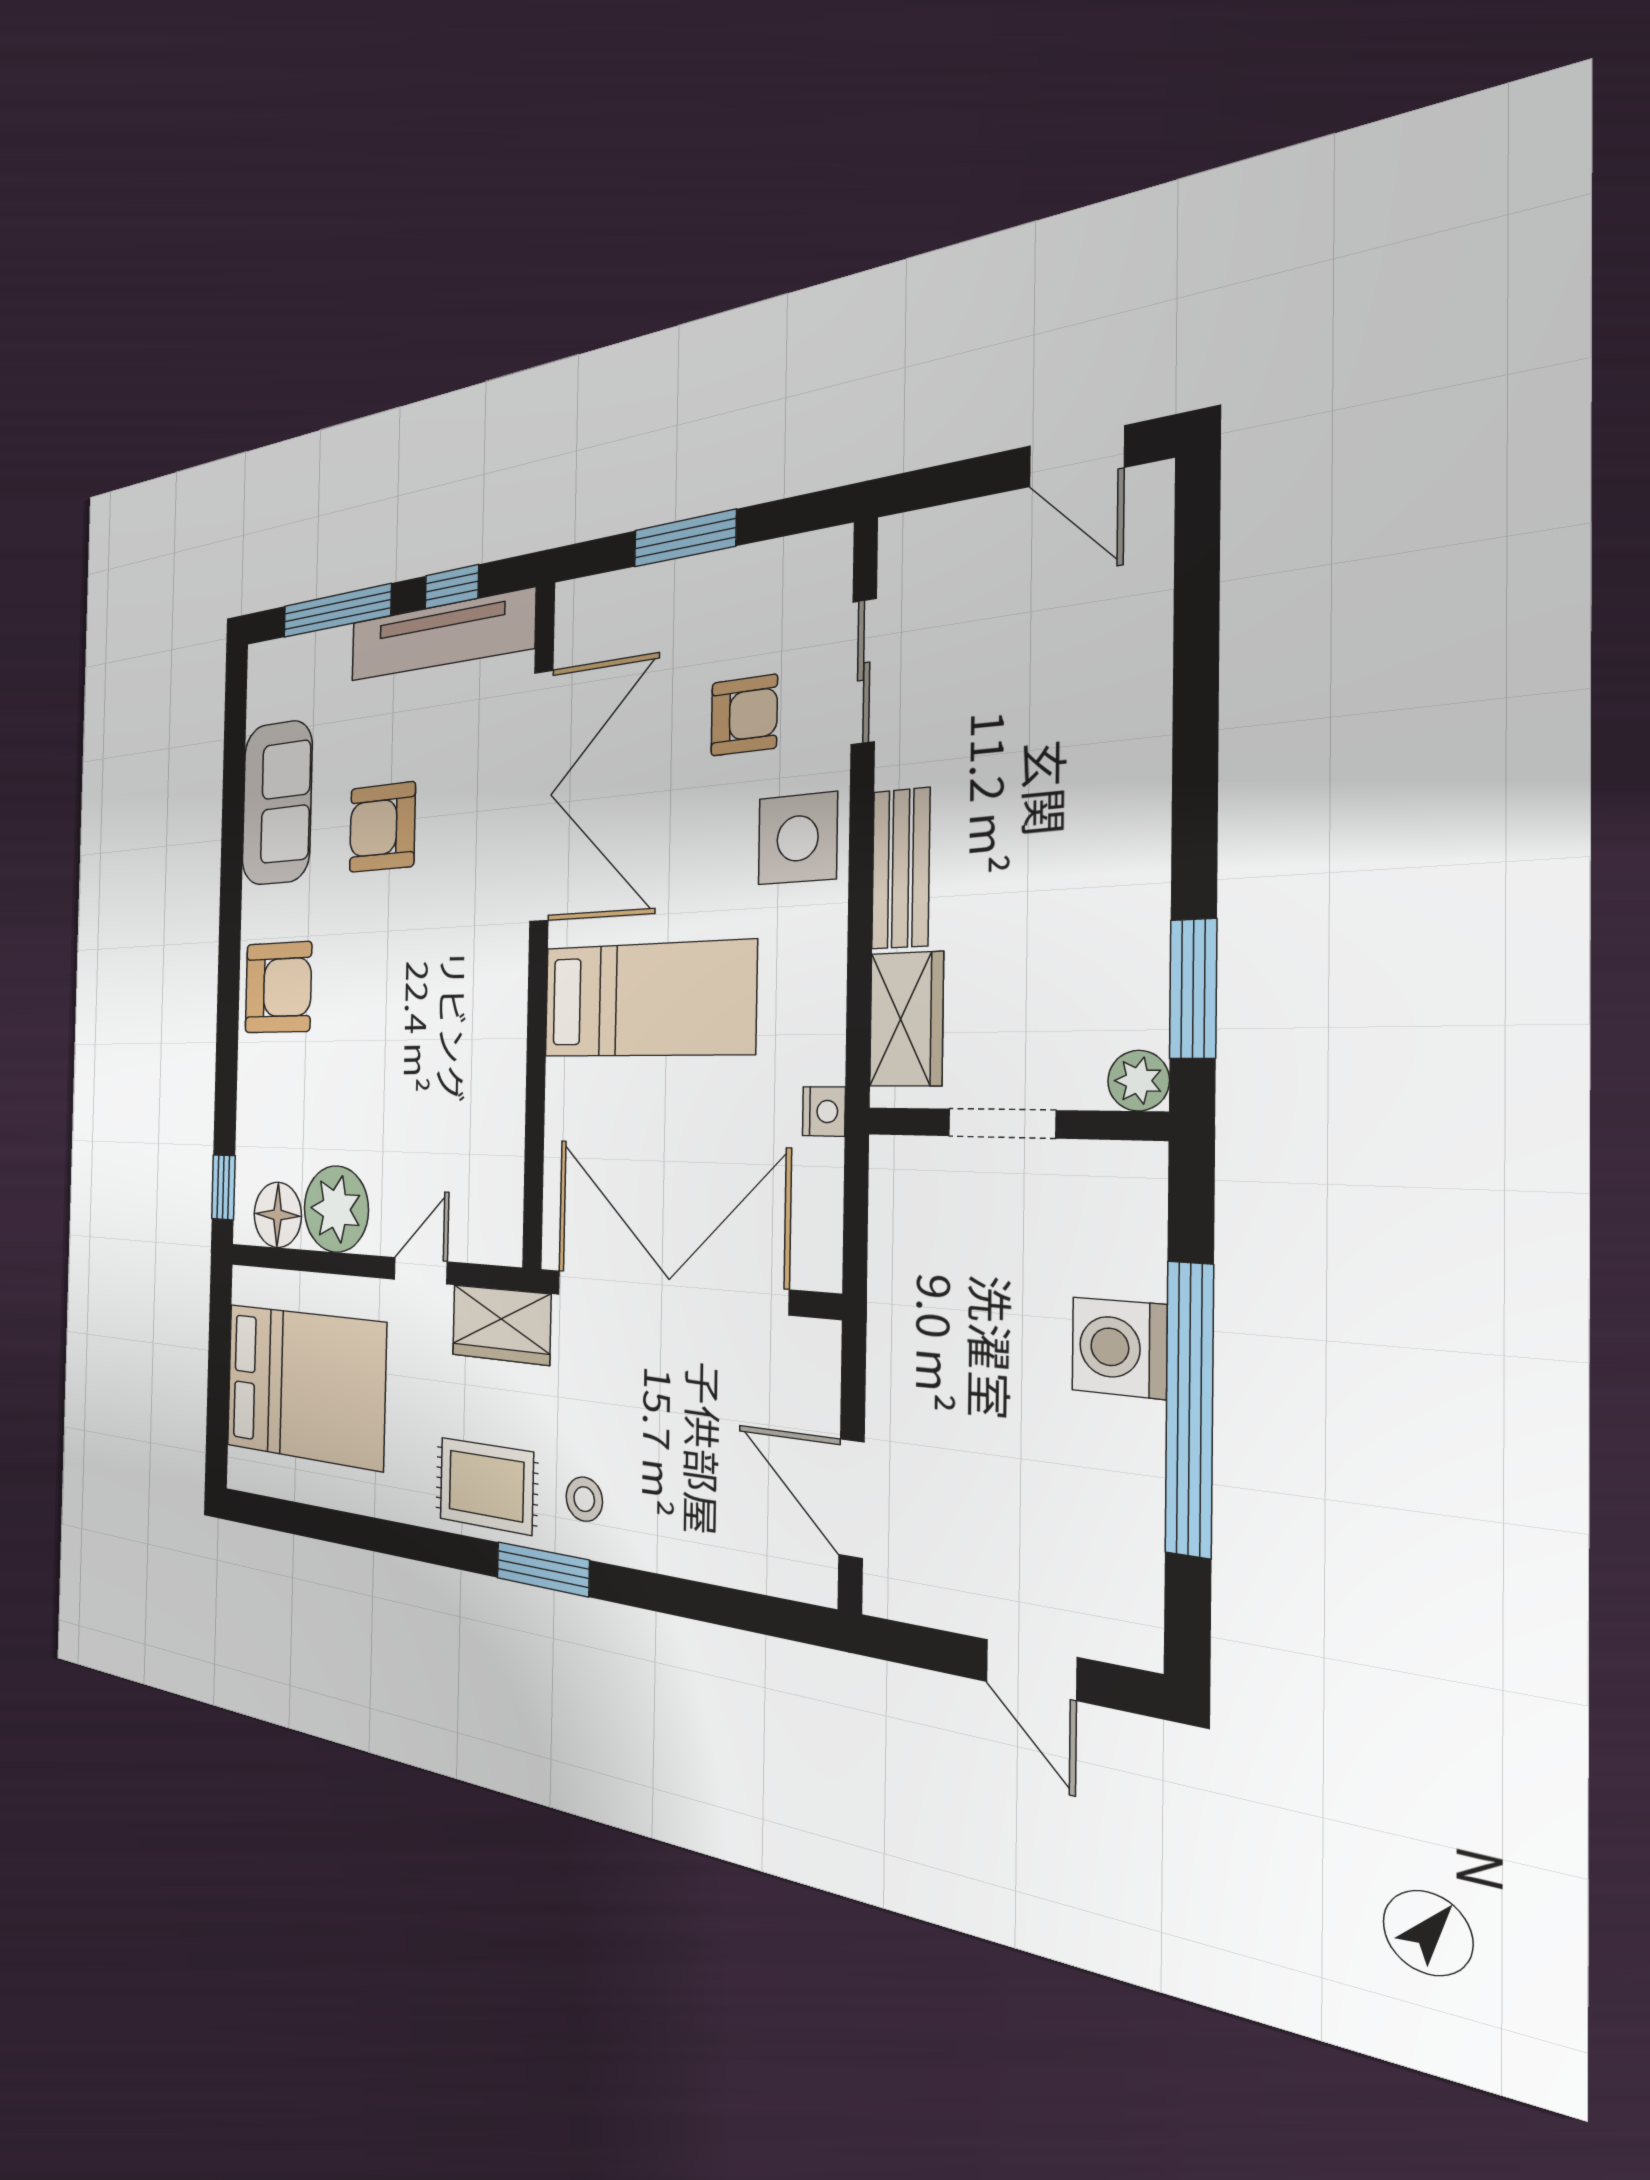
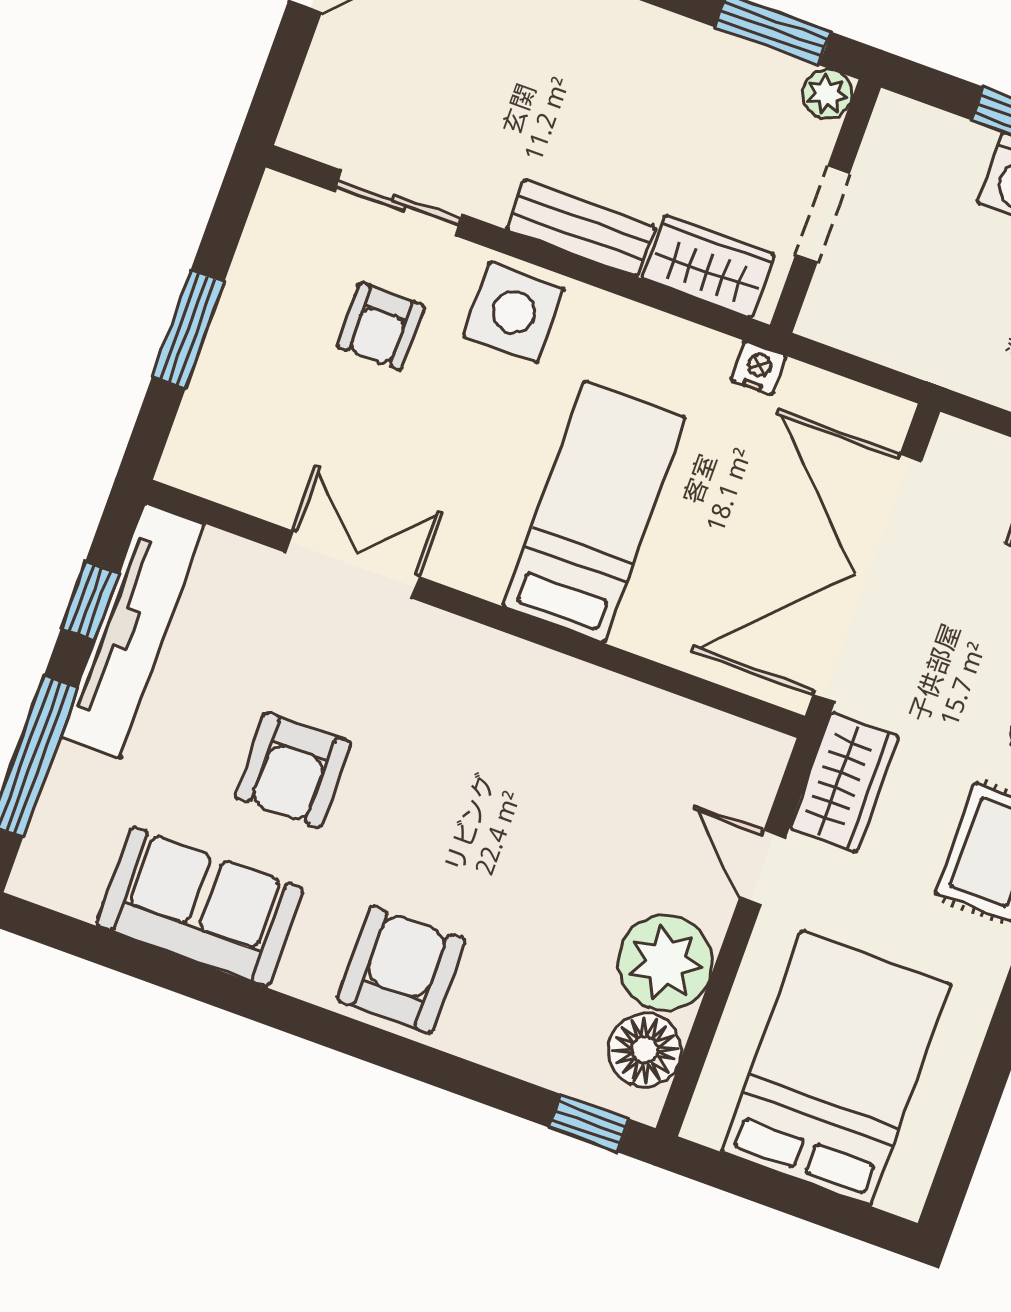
armchair: (744, 715) -> (381, 326), turned 180
double door: (541, 796) -> (352, 564), width x0.54

